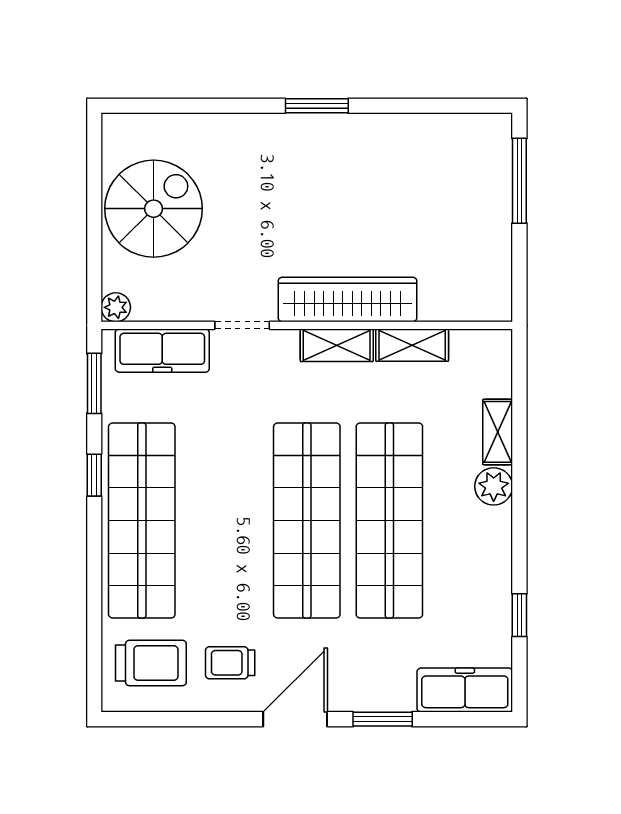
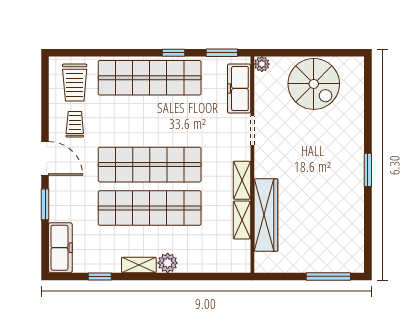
wardrobe: (348, 299) -> (266, 215), moved
shelving: (498, 432) -> (139, 265), moved

